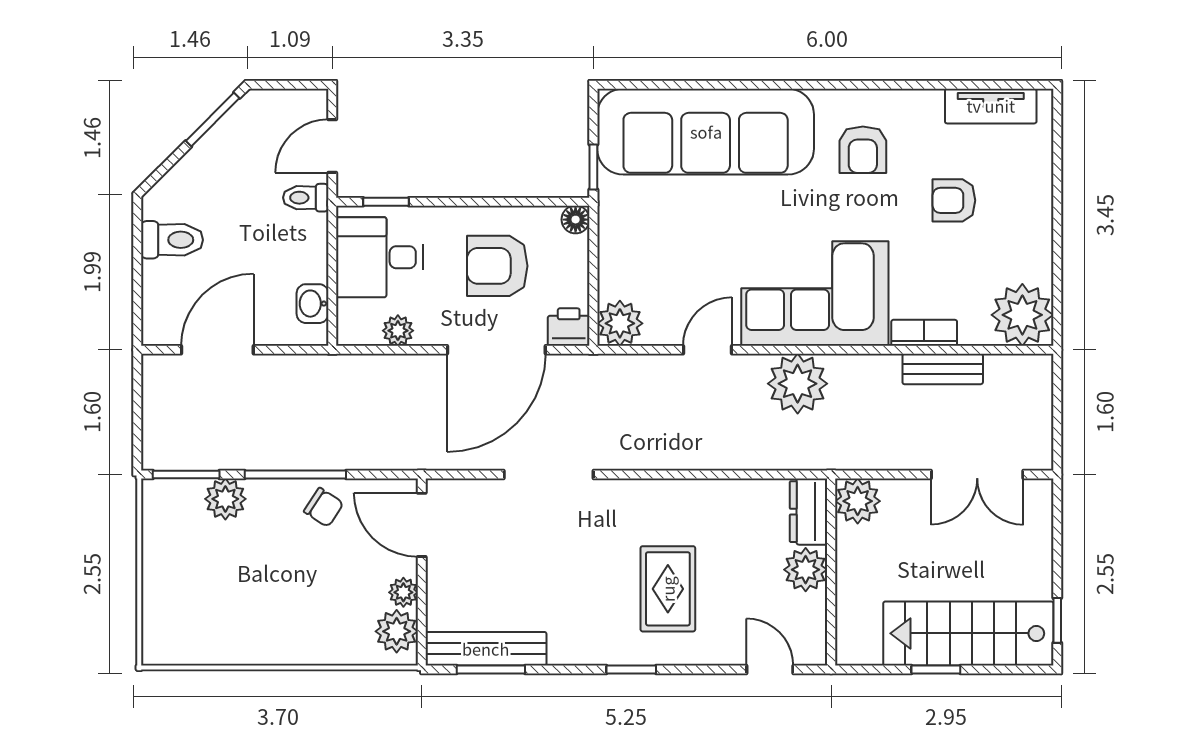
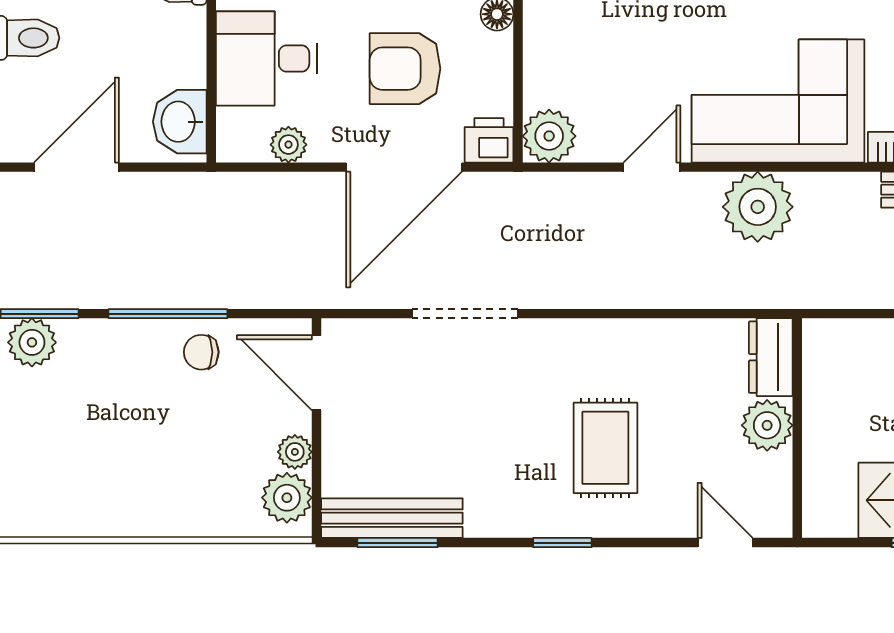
washbasin: (312, 304) -> (180, 122), width x1.38, depth x1.45
plant: (225, 499) -> (32, 342), moved
plant: (858, 501) -> (828, 345), removed
chair: (324, 507) -> (201, 352), turned 147

